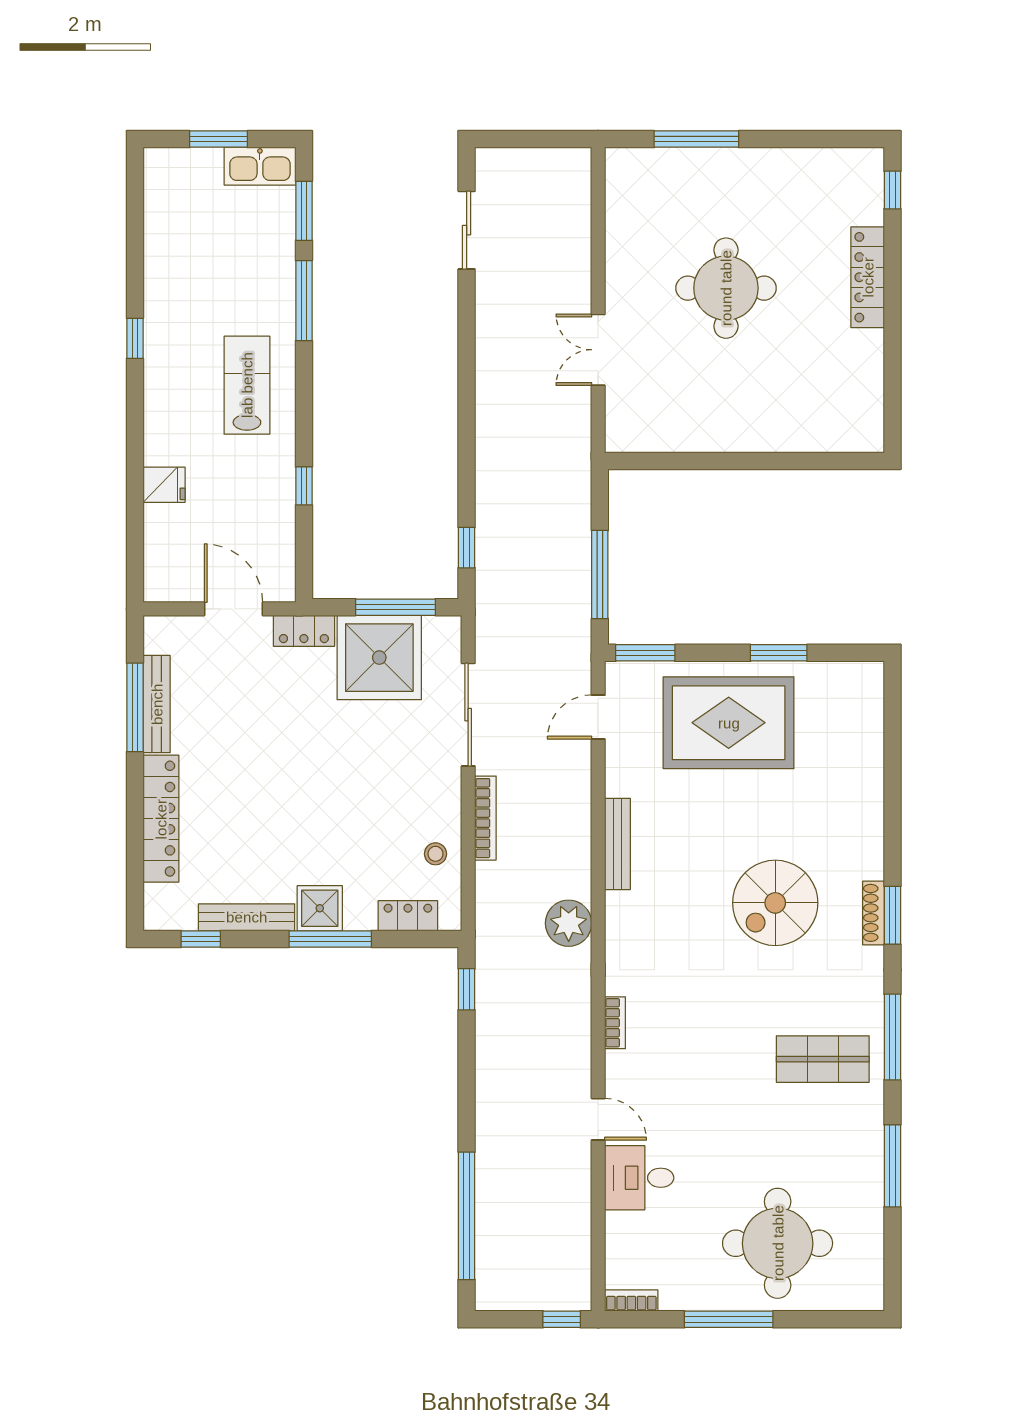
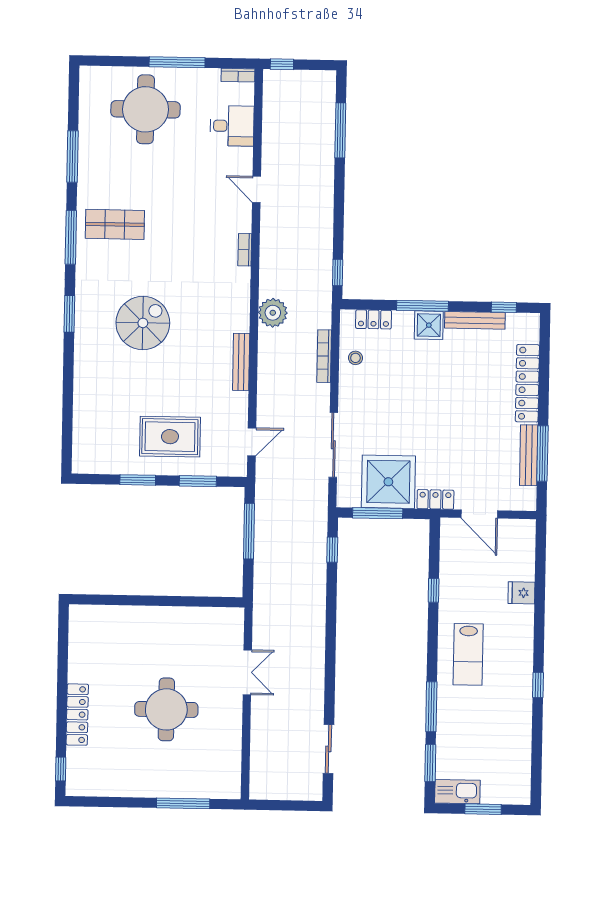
window: (645, 653) -> (198, 481), moved
rug: (729, 723) -> (170, 437), width x0.73, depth x0.69
bookcase: (485, 818) -> (324, 356), moved
shoe rack: (874, 913) -> (81, 316), removed
desk: (639, 1178) -> (232, 126), moved
window: (467, 1216) -> (340, 130), width x0.68

